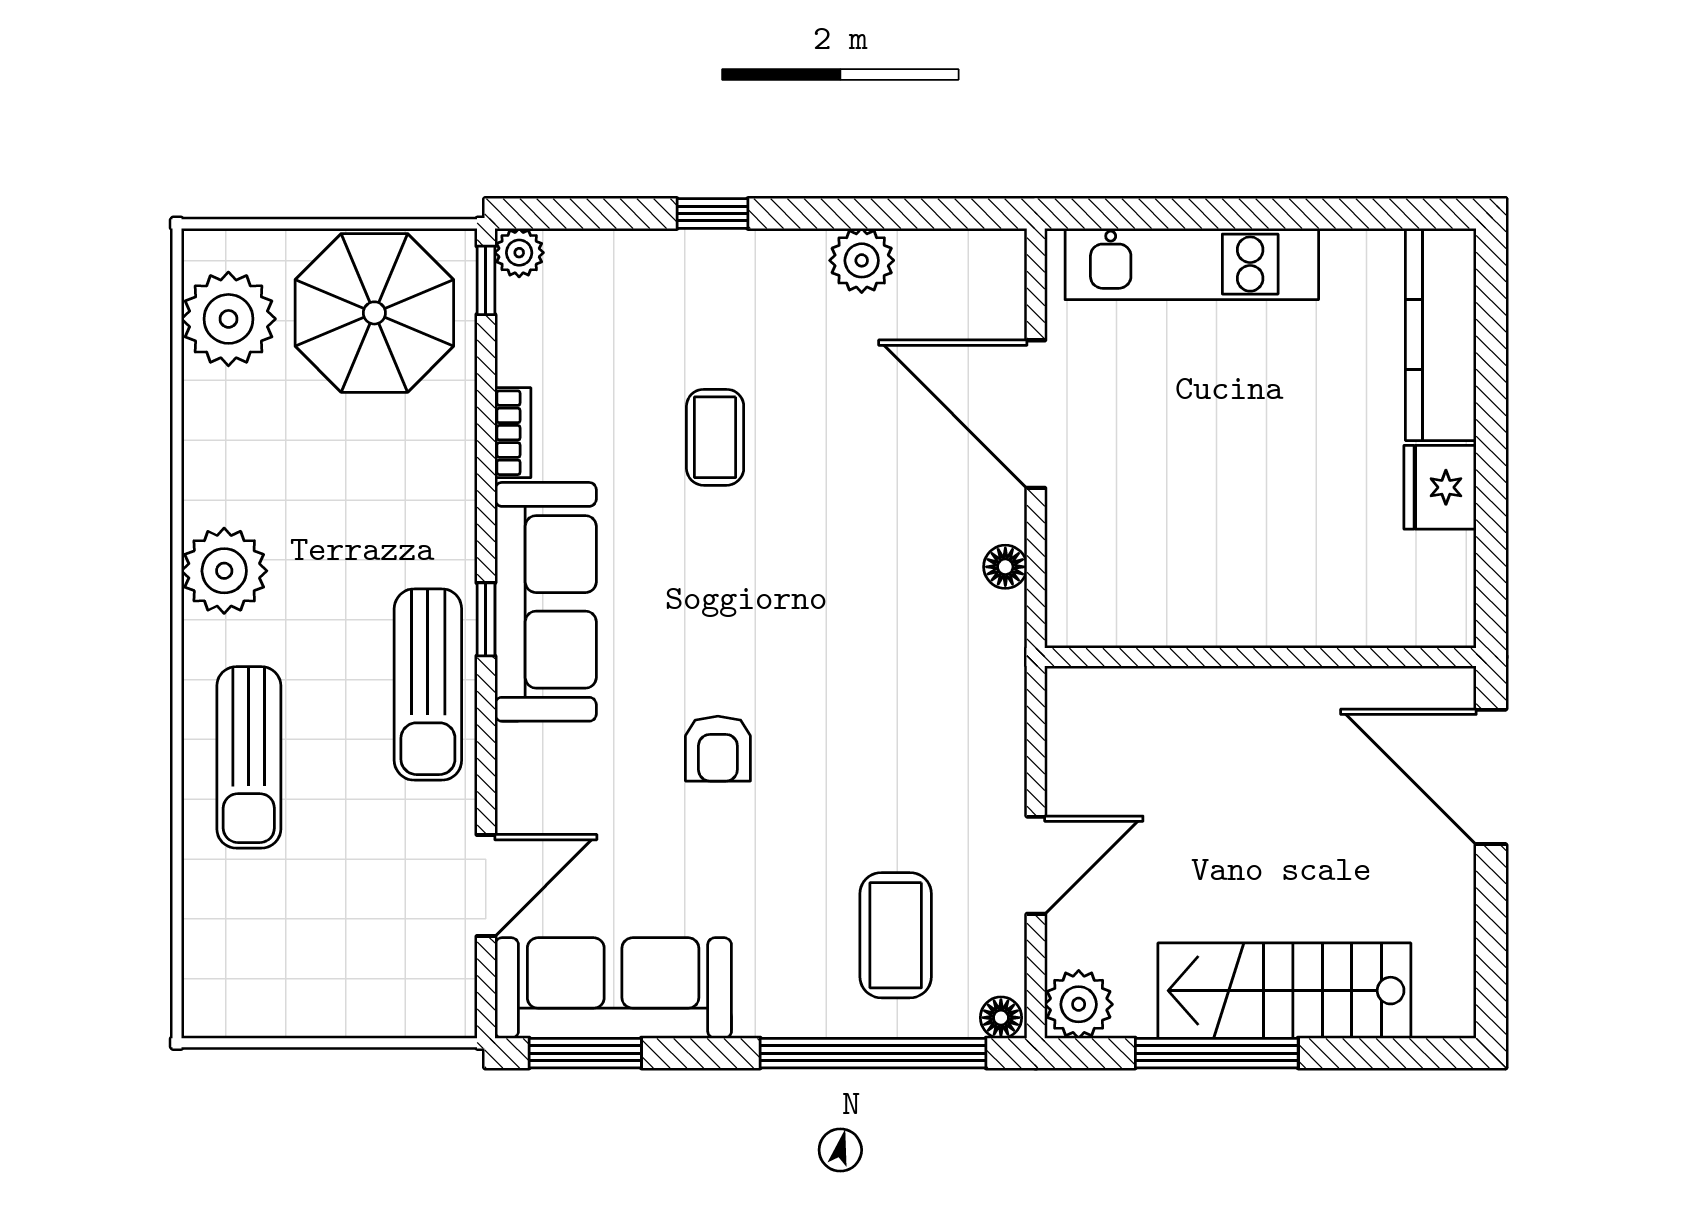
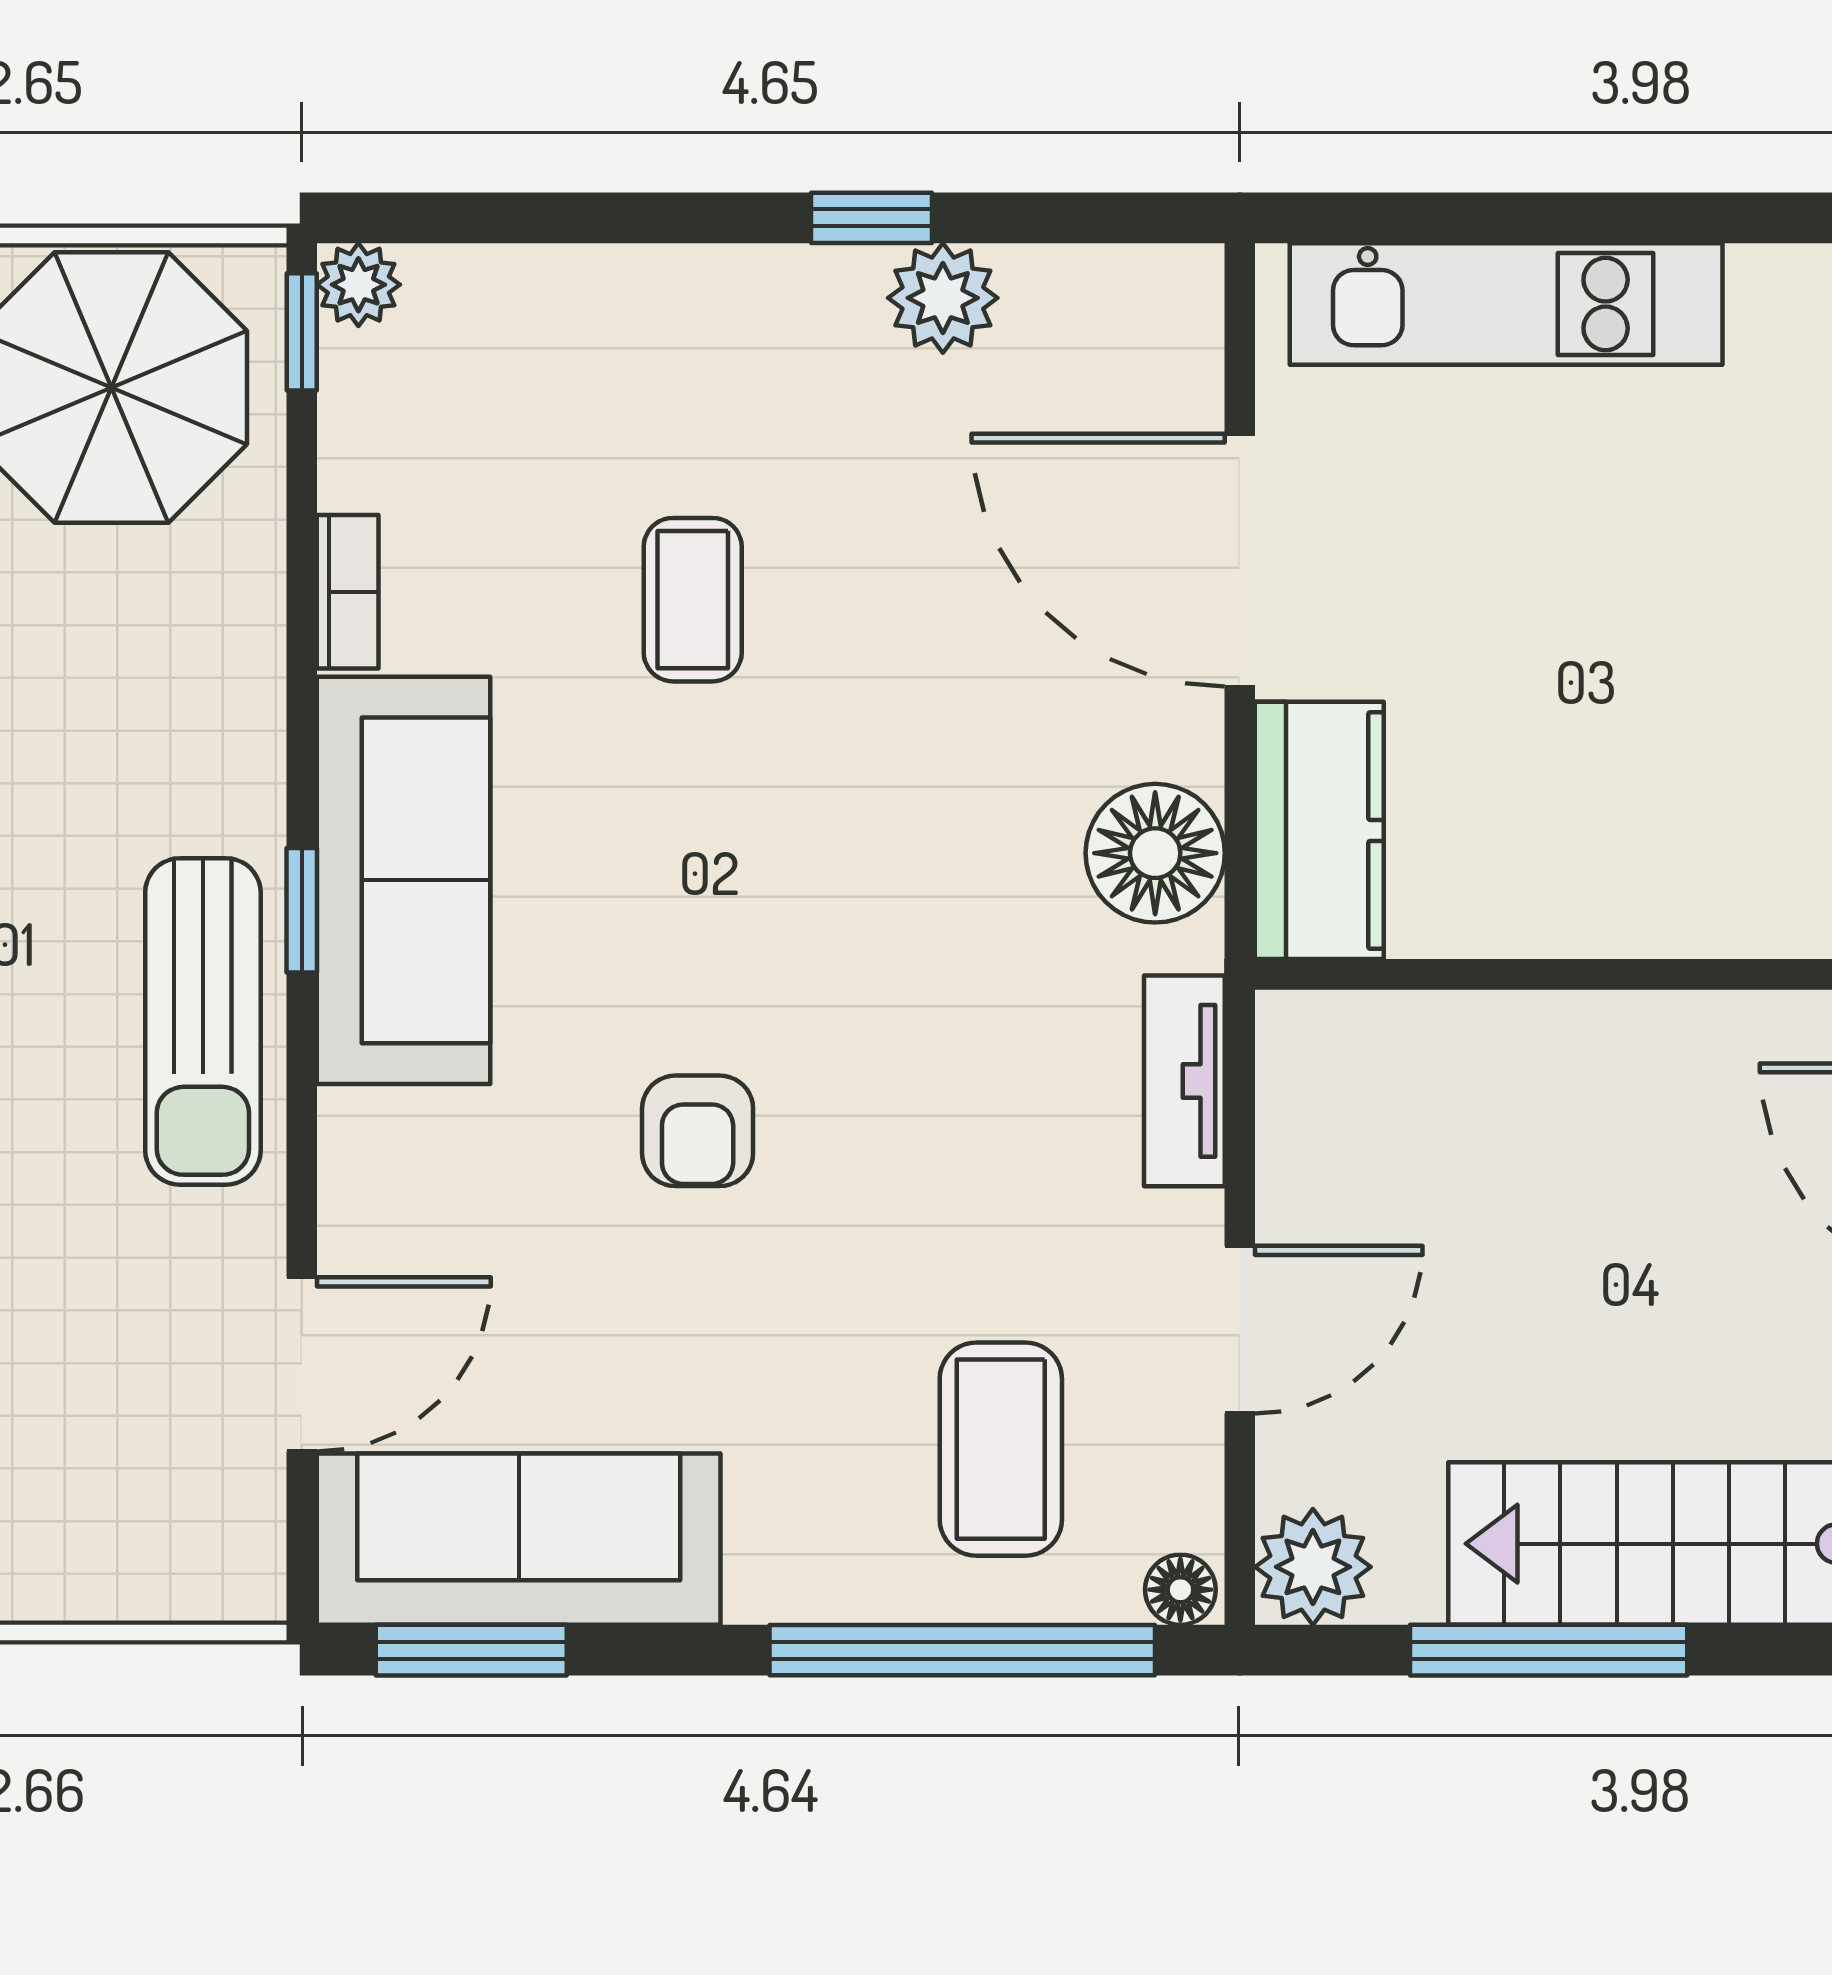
window: (712, 214) -> (872, 218), moved
floor lamp: (1005, 567) -> (1155, 853), width x1.89, depth x1.89
kitchen counter: (1082, 573) -> (1319, 830), added
tv unit: (1003, 719) -> (1184, 1081), added

